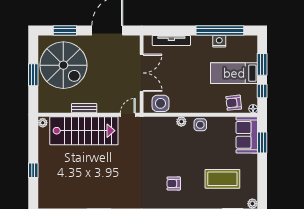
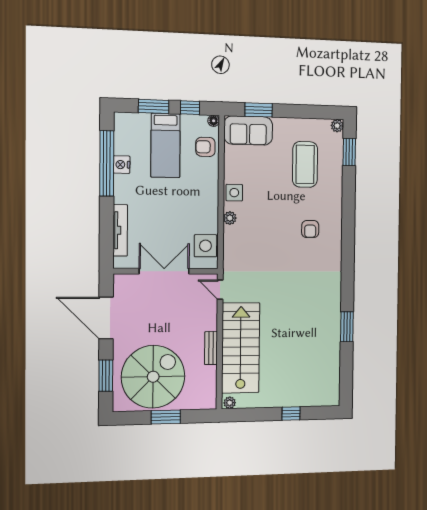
armchair: (234, 103) -> (205, 147), turned 96

